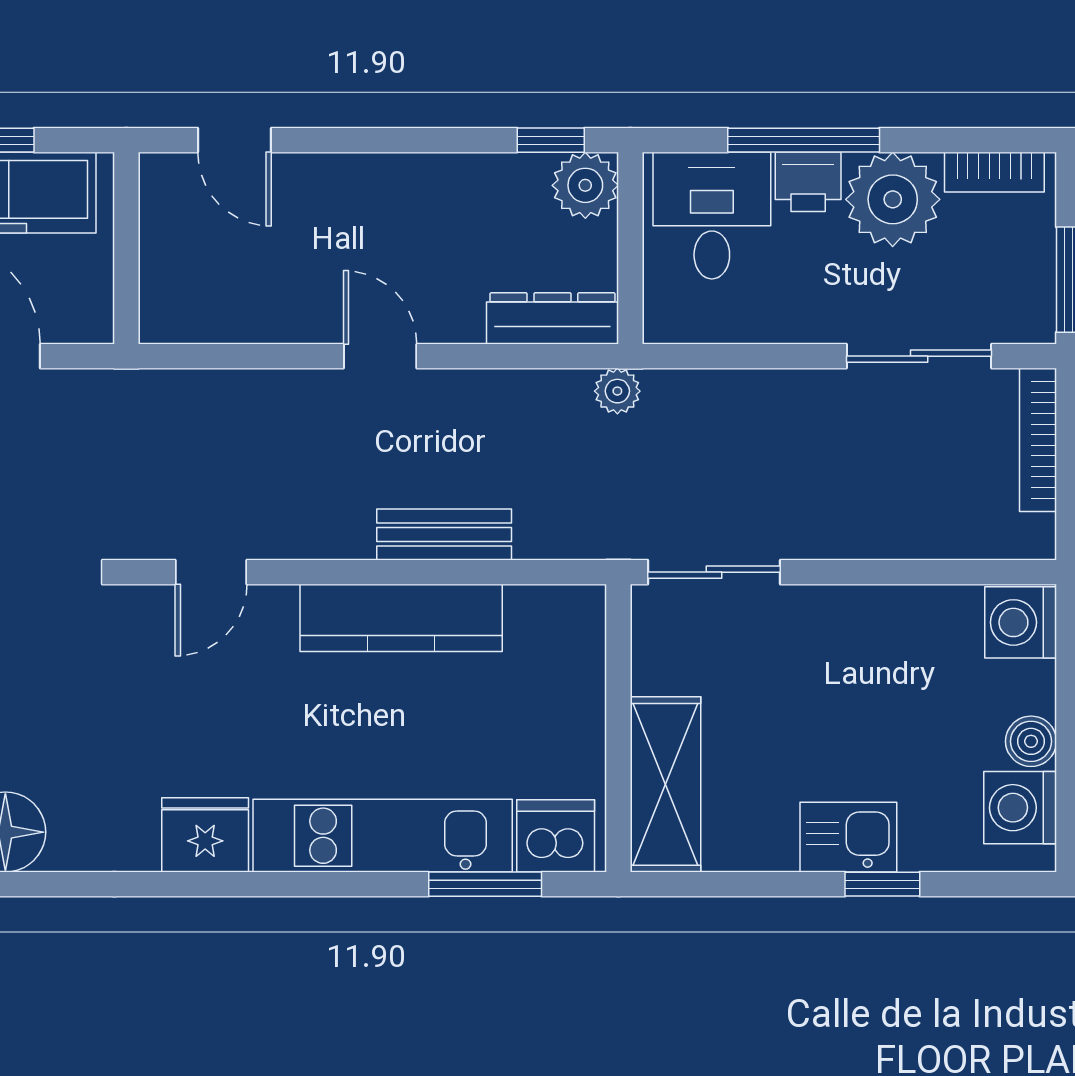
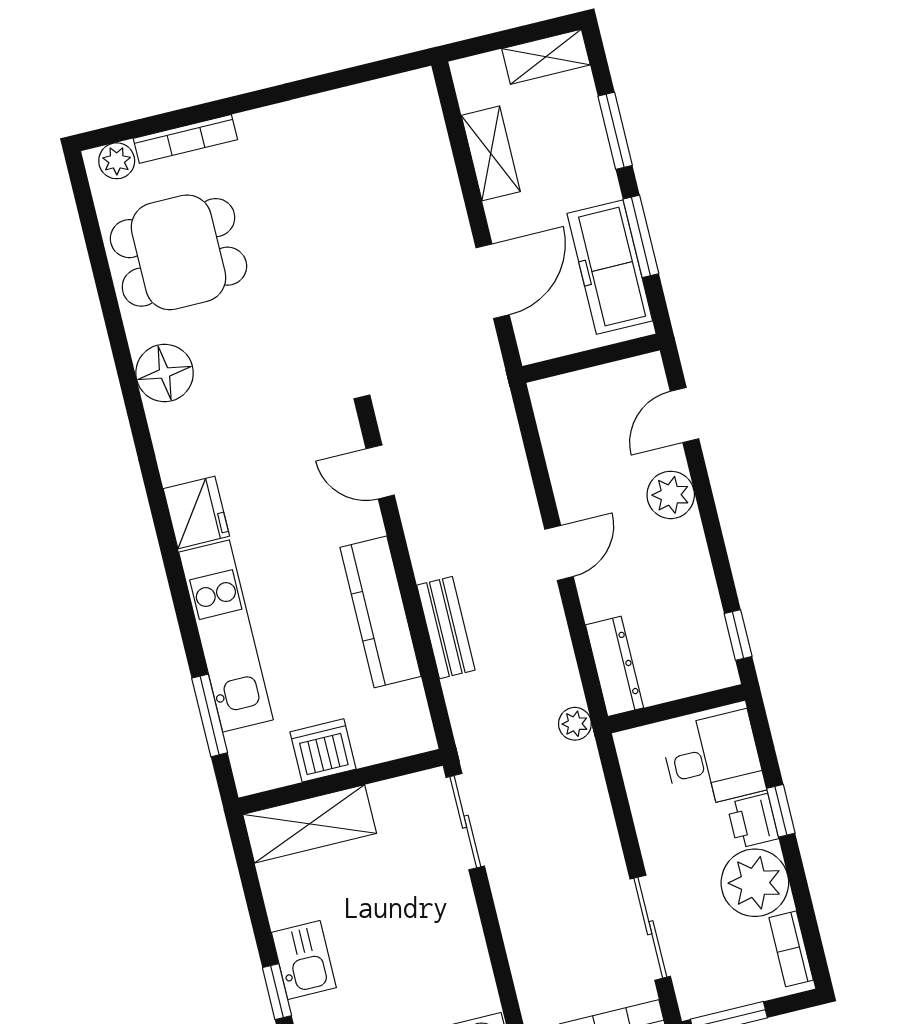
window: (804, 140) -> (781, 811), width x0.46
plant: (585, 185) -> (671, 495), moved
dishwasher: (556, 836) -> (323, 750), moved, turned -90

